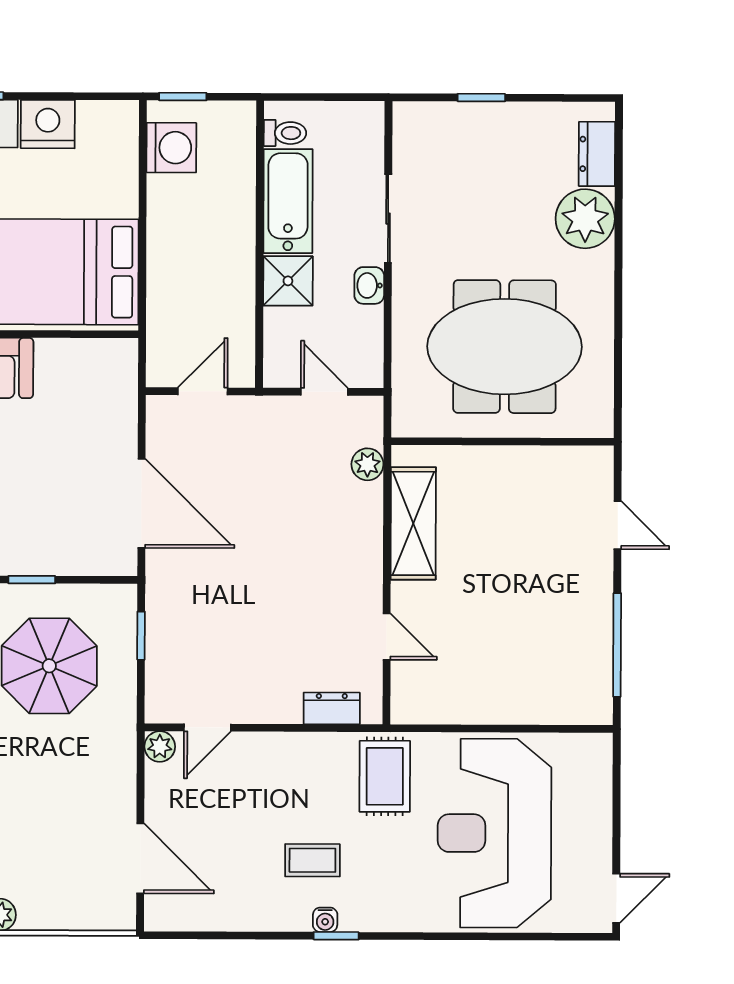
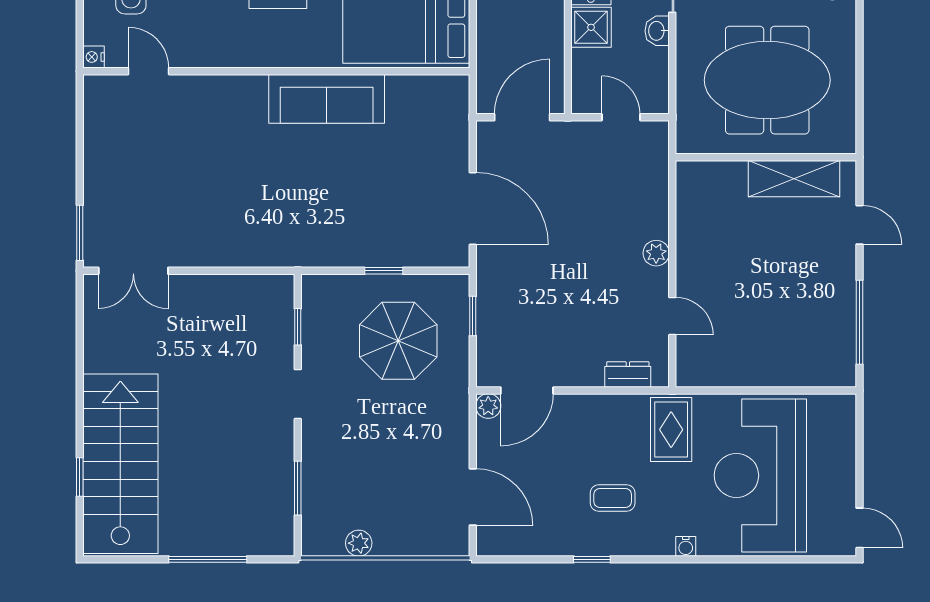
door: (203, 391) -> (522, 117), width x1.38
plant: (367, 464) -> (656, 253), moved
shelving: (413, 523) -> (794, 179), moved, turned 90
door: (207, 728) -> (527, 391), width x1.38
door: (616, 898) -> (859, 528), hinge flipped
water cooler: (325, 920) -> (686, 546), moved
window: (336, 936) -> (592, 559), moved

